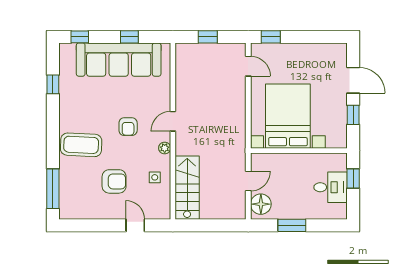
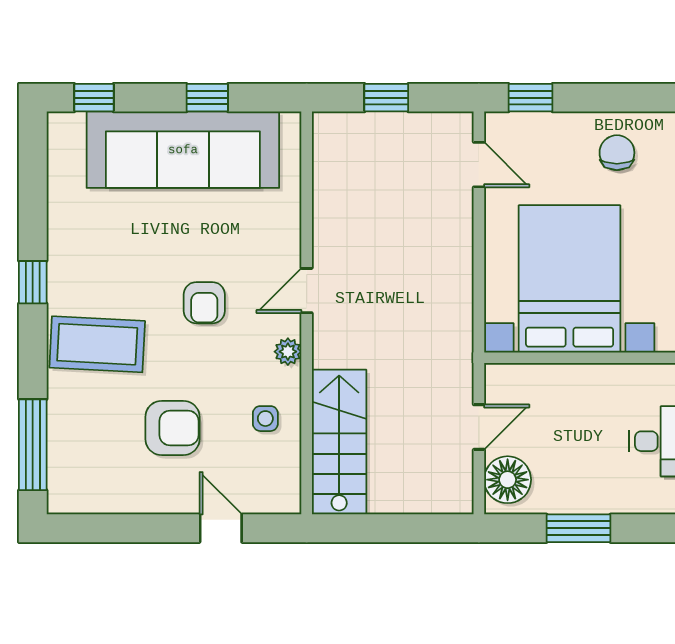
chair: (309, 61) -> (617, 153), added
window: (53, 84) -> (33, 282), moved

